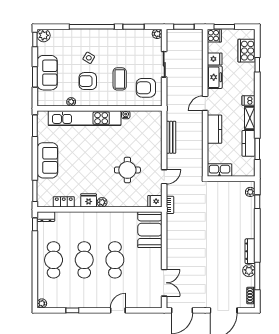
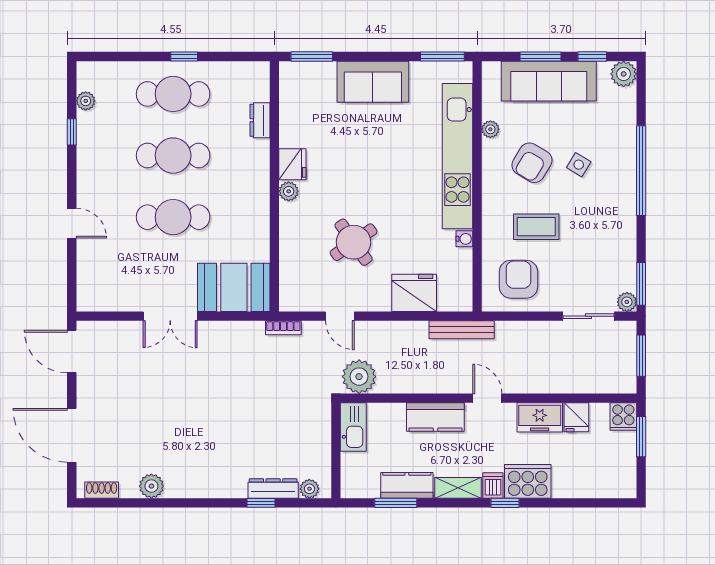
window: (133, 27) -> (641, 284), moved
window: (35, 39) -> (592, 56), moved
cooker: (247, 51) -> (528, 481), moved
sliding door: (164, 64) -> (588, 316), moved
window: (257, 65) -> (505, 503), moved
sofa: (47, 73) -> (549, 81), width x1.36
armchair: (88, 81) -> (532, 163), turned -149
bench: (171, 137) -> (462, 330), moved
plant: (194, 167) -> (359, 377), added
round table: (127, 170) -> (354, 242), turned -35
fridge: (155, 201) -> (414, 293), moved, width x1.88, depth x1.34
locker: (64, 202) -> (290, 114), removed
window: (257, 202) -> (261, 503), moved
dresser: (46, 217) -> (260, 120), moved
window: (35, 224) -> (184, 56), moved
dresser: (250, 251) -> (273, 489), moved
window: (257, 276) -> (141, 503), removed
double door: (164, 283) -> (170, 316), moved
plant: (42, 303) -> (86, 101), moved

